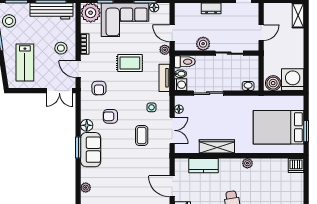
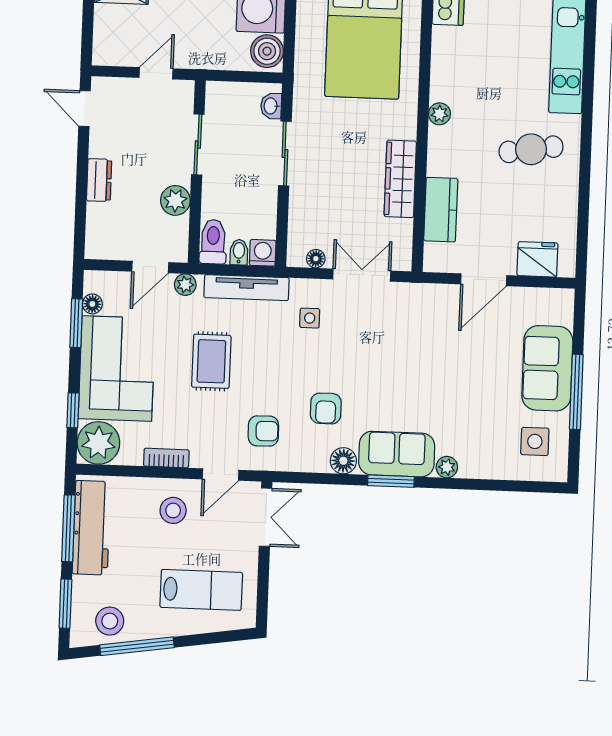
door: (261, 33) -> (156, 73), hinge flipped
tv unit: (164, 78) -> (246, 288), width x1.41
sliding door: (208, 93) -> (285, 154), moved
coffee table: (142, 136) -> (370, 342), removed
plant: (86, 188) -> (447, 467), moved

